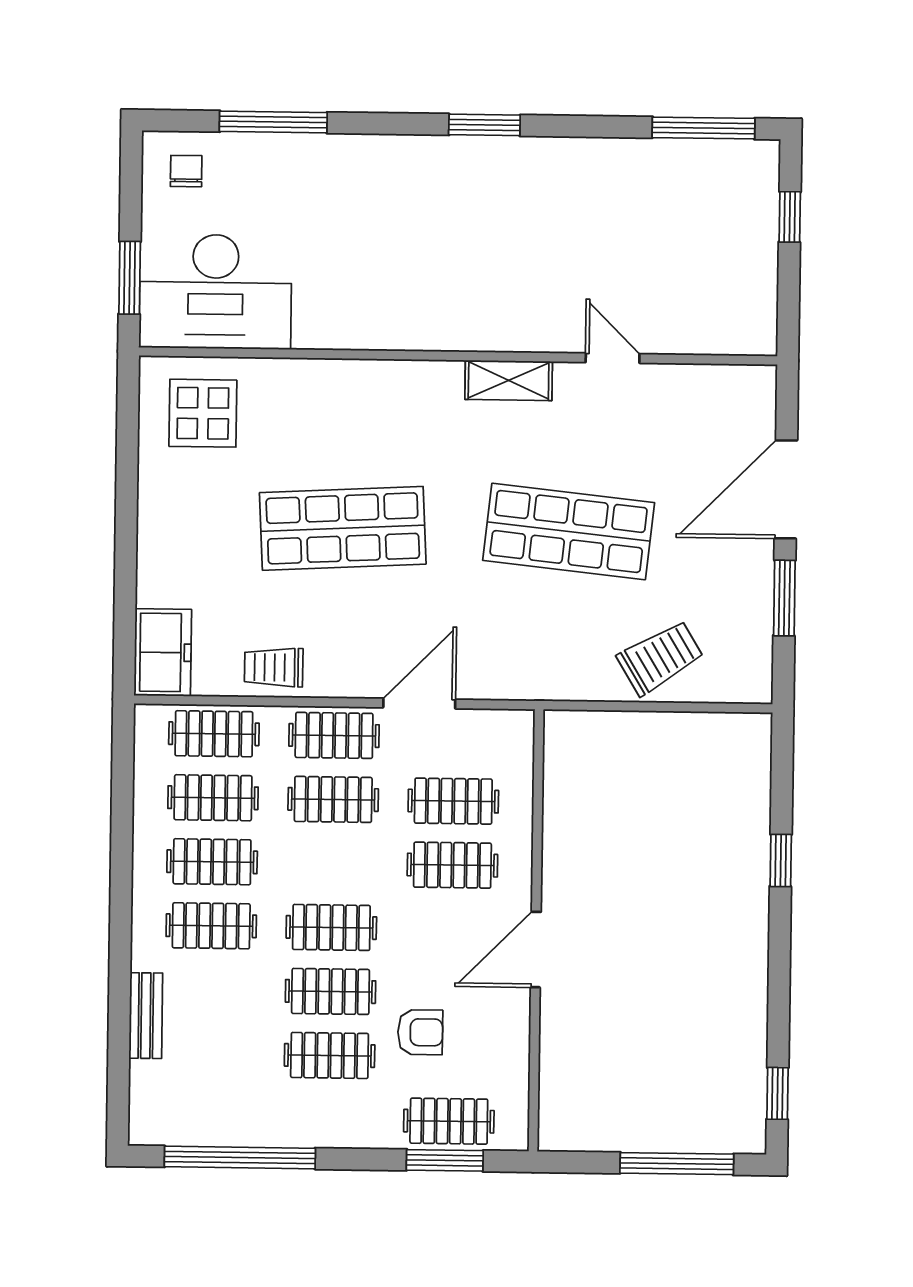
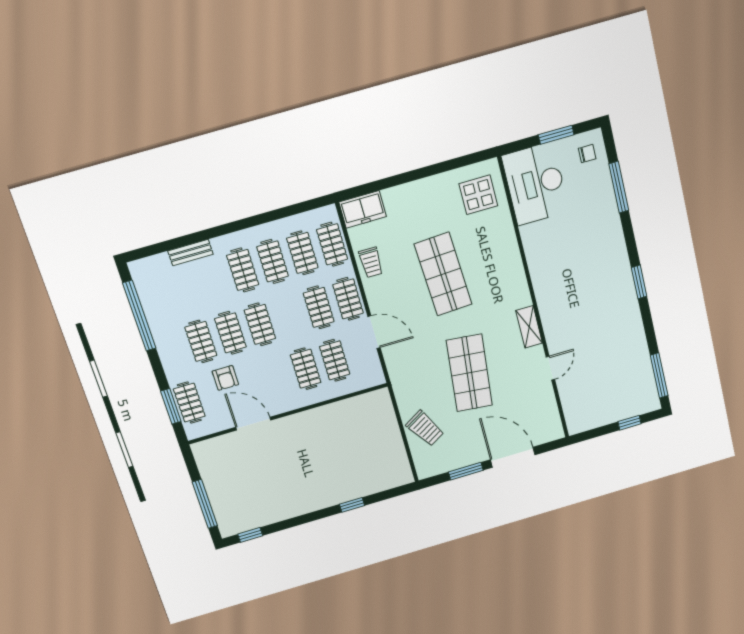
window: (130, 278) -> (556, 135), moved
trolley: (274, 667) -> (371, 262), turned 180
door: (536, 949) -> (253, 424), moved

